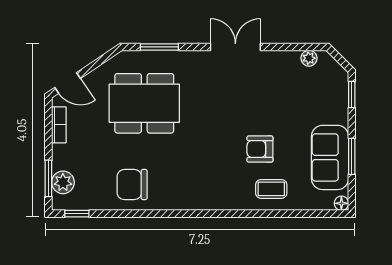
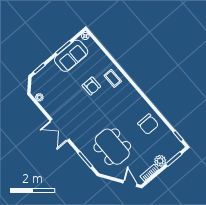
plant: (63, 182) -> (160, 161), moved
coffee table: (271, 189) -> (113, 78), moved

